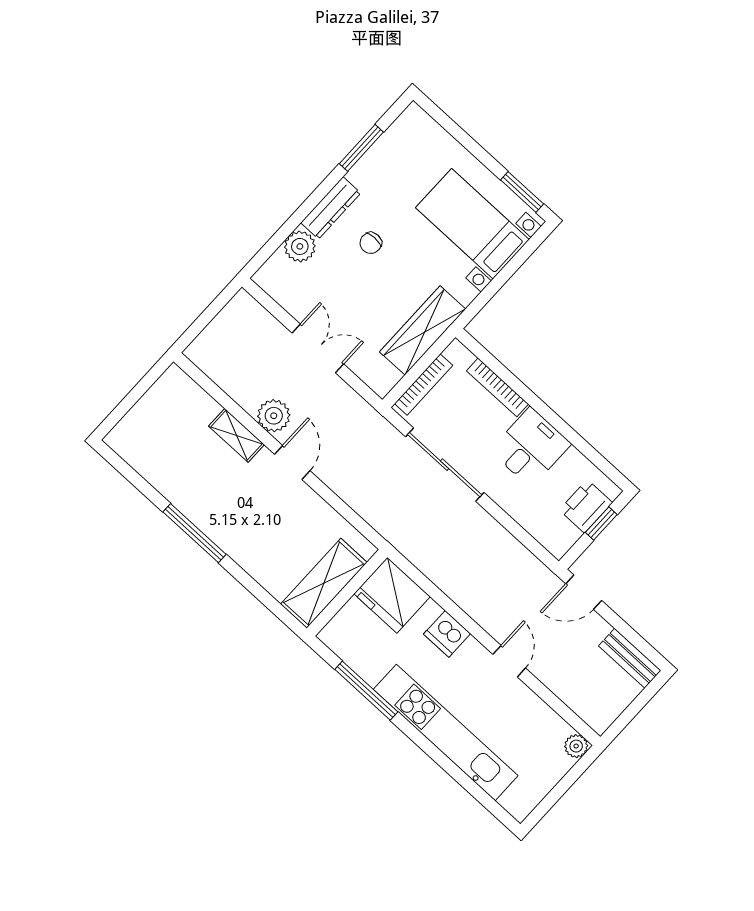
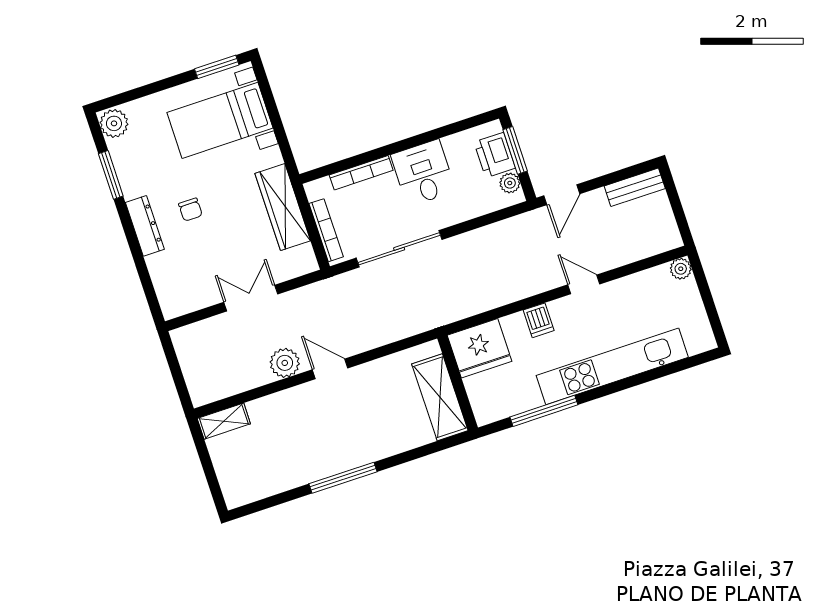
plant: (300, 246) -> (114, 123), moved
shelving: (236, 435) -> (224, 421), moved
window: (601, 524) -> (515, 150), width x1.50
plant: (567, 536) -> (510, 183), added
dishwasher: (447, 634) -> (539, 320), width x0.73

